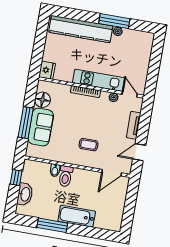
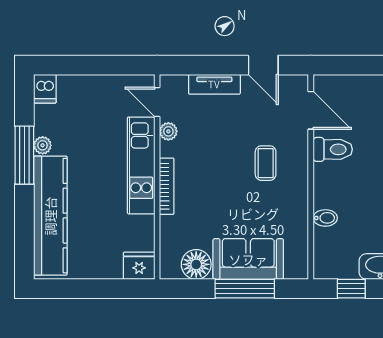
dishwasher: (147, 38) -> (45, 89), added
door: (130, 94) -> (157, 102), hinge flipped
toilet: (66, 176) -> (333, 149), moved

